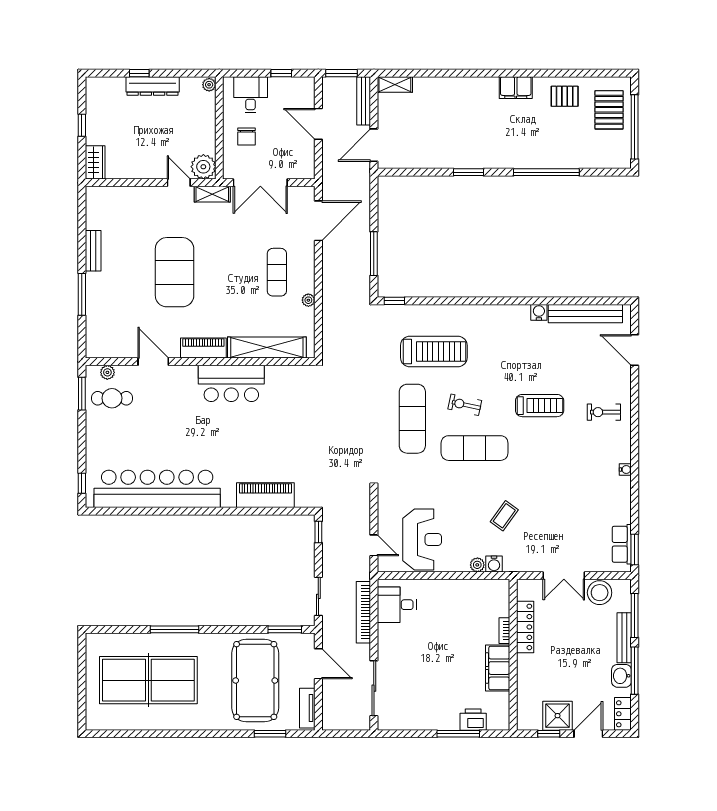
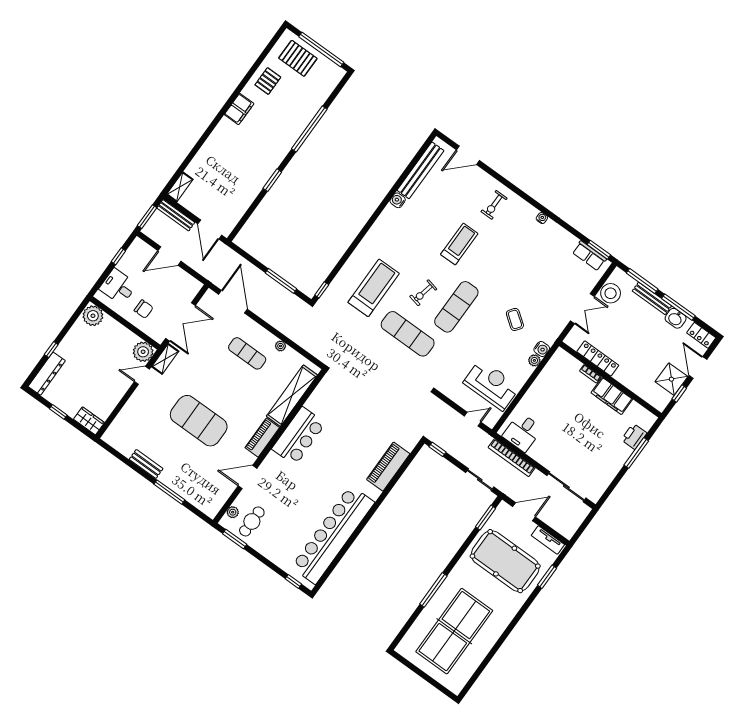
plant: (209, 85) -> (93, 316), width x1.88, depth x1.88
dresser: (153, 86) -> (47, 374), moved

